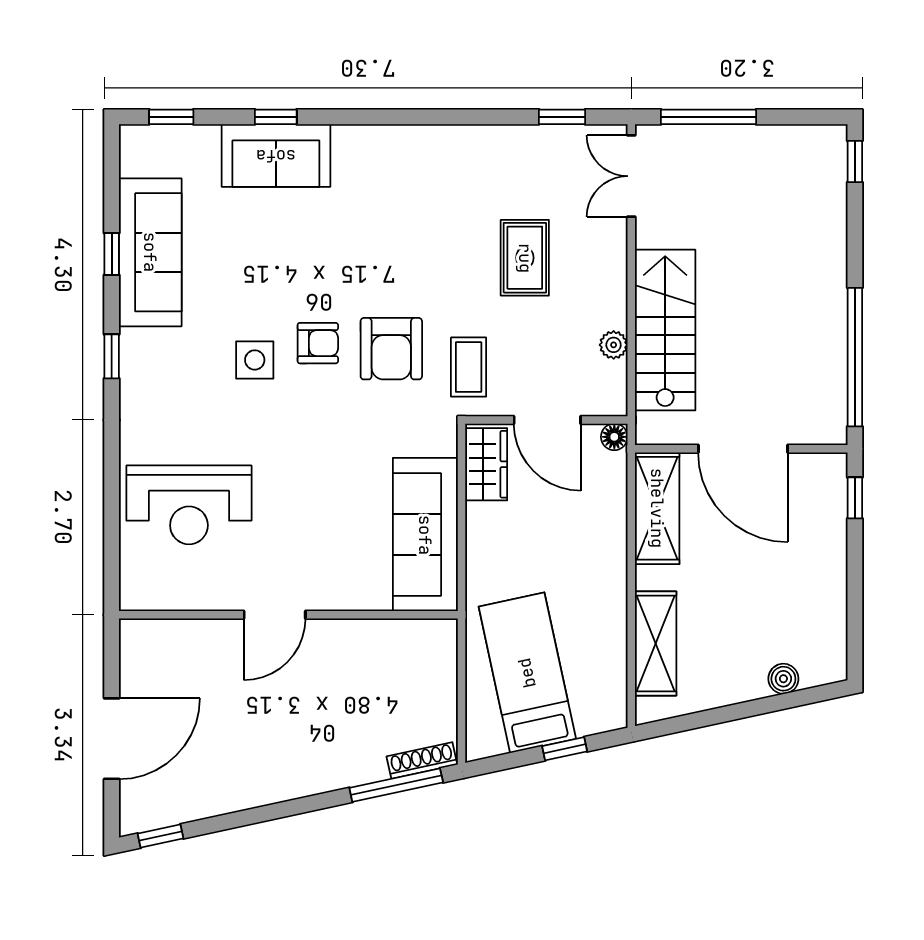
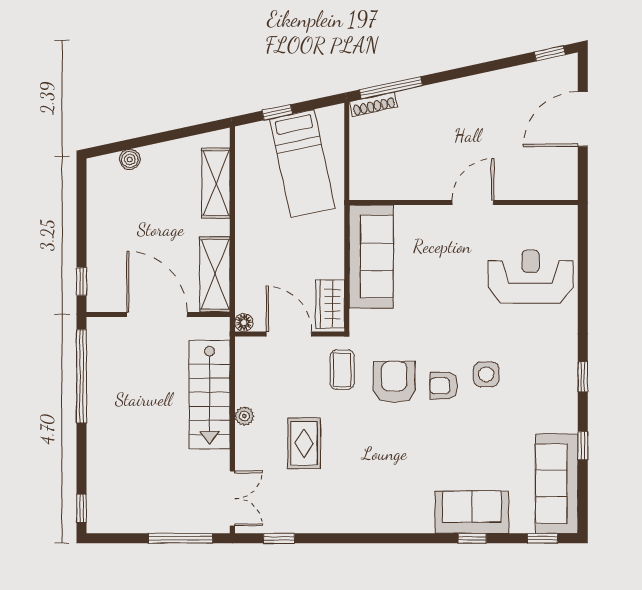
sofa: (150, 252) -> (557, 484), moved
plant: (614, 345) -> (244, 416), moved

